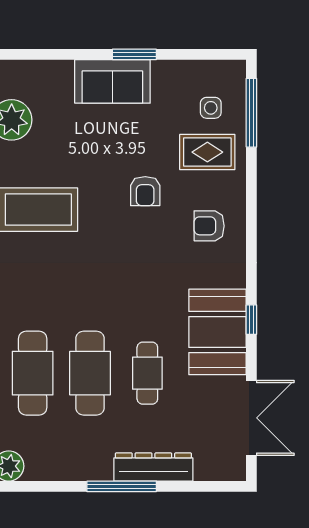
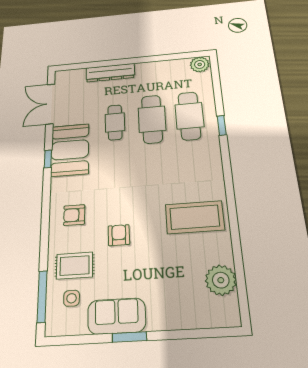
sofa: (112, 81) -> (117, 316), moved
armchair: (209, 226) -> (74, 215), turned 180
window: (122, 486) -> (129, 61), removed

